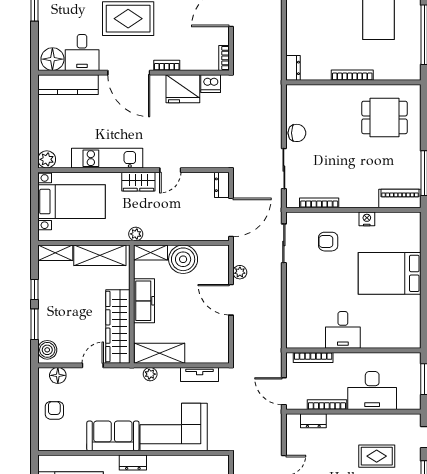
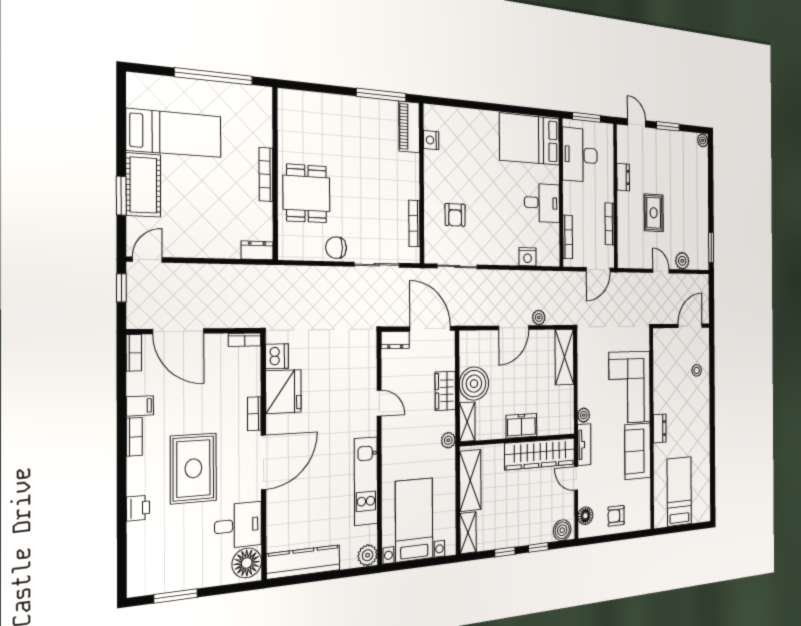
kitchen counter: (68, 85) -> (303, 562), moved, turned -90
dining table: (384, 117) -> (307, 193), moved
chair: (297, 133) -> (336, 248), turned -90
wardrobe: (138, 182) -> (445, 391), moved, turned 180
nightstand: (367, 219) -> (431, 140), moved
plant: (240, 272) -> (539, 318), moved
bed: (390, 273) -> (530, 139), moved, turned 90
freezer: (144, 301) -> (521, 426), width x0.71
nightstand: (294, 314) -> (528, 257), added
window: (35, 324) -> (538, 547), width x0.67
shelving: (159, 353) -> (564, 357), moved
tv unit: (200, 375) -> (584, 445), moved
desk: (372, 391) -> (580, 155), moved, turned 180
dresser: (313, 421) -> (623, 177), moved
rug: (377, 456) -> (654, 213), moved

